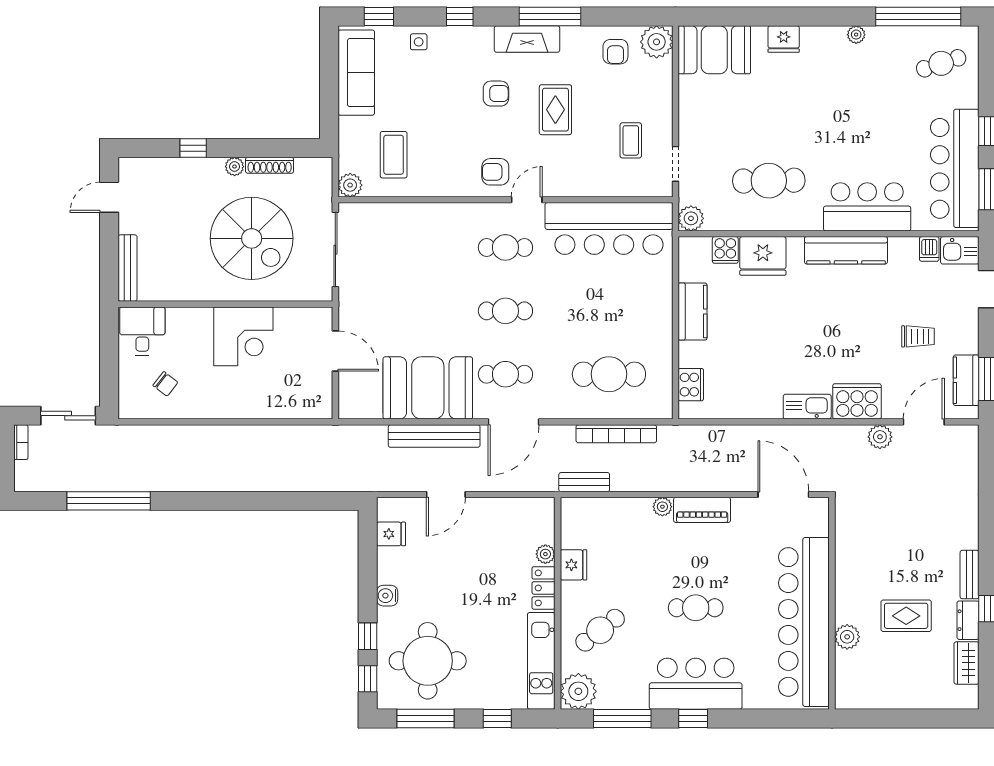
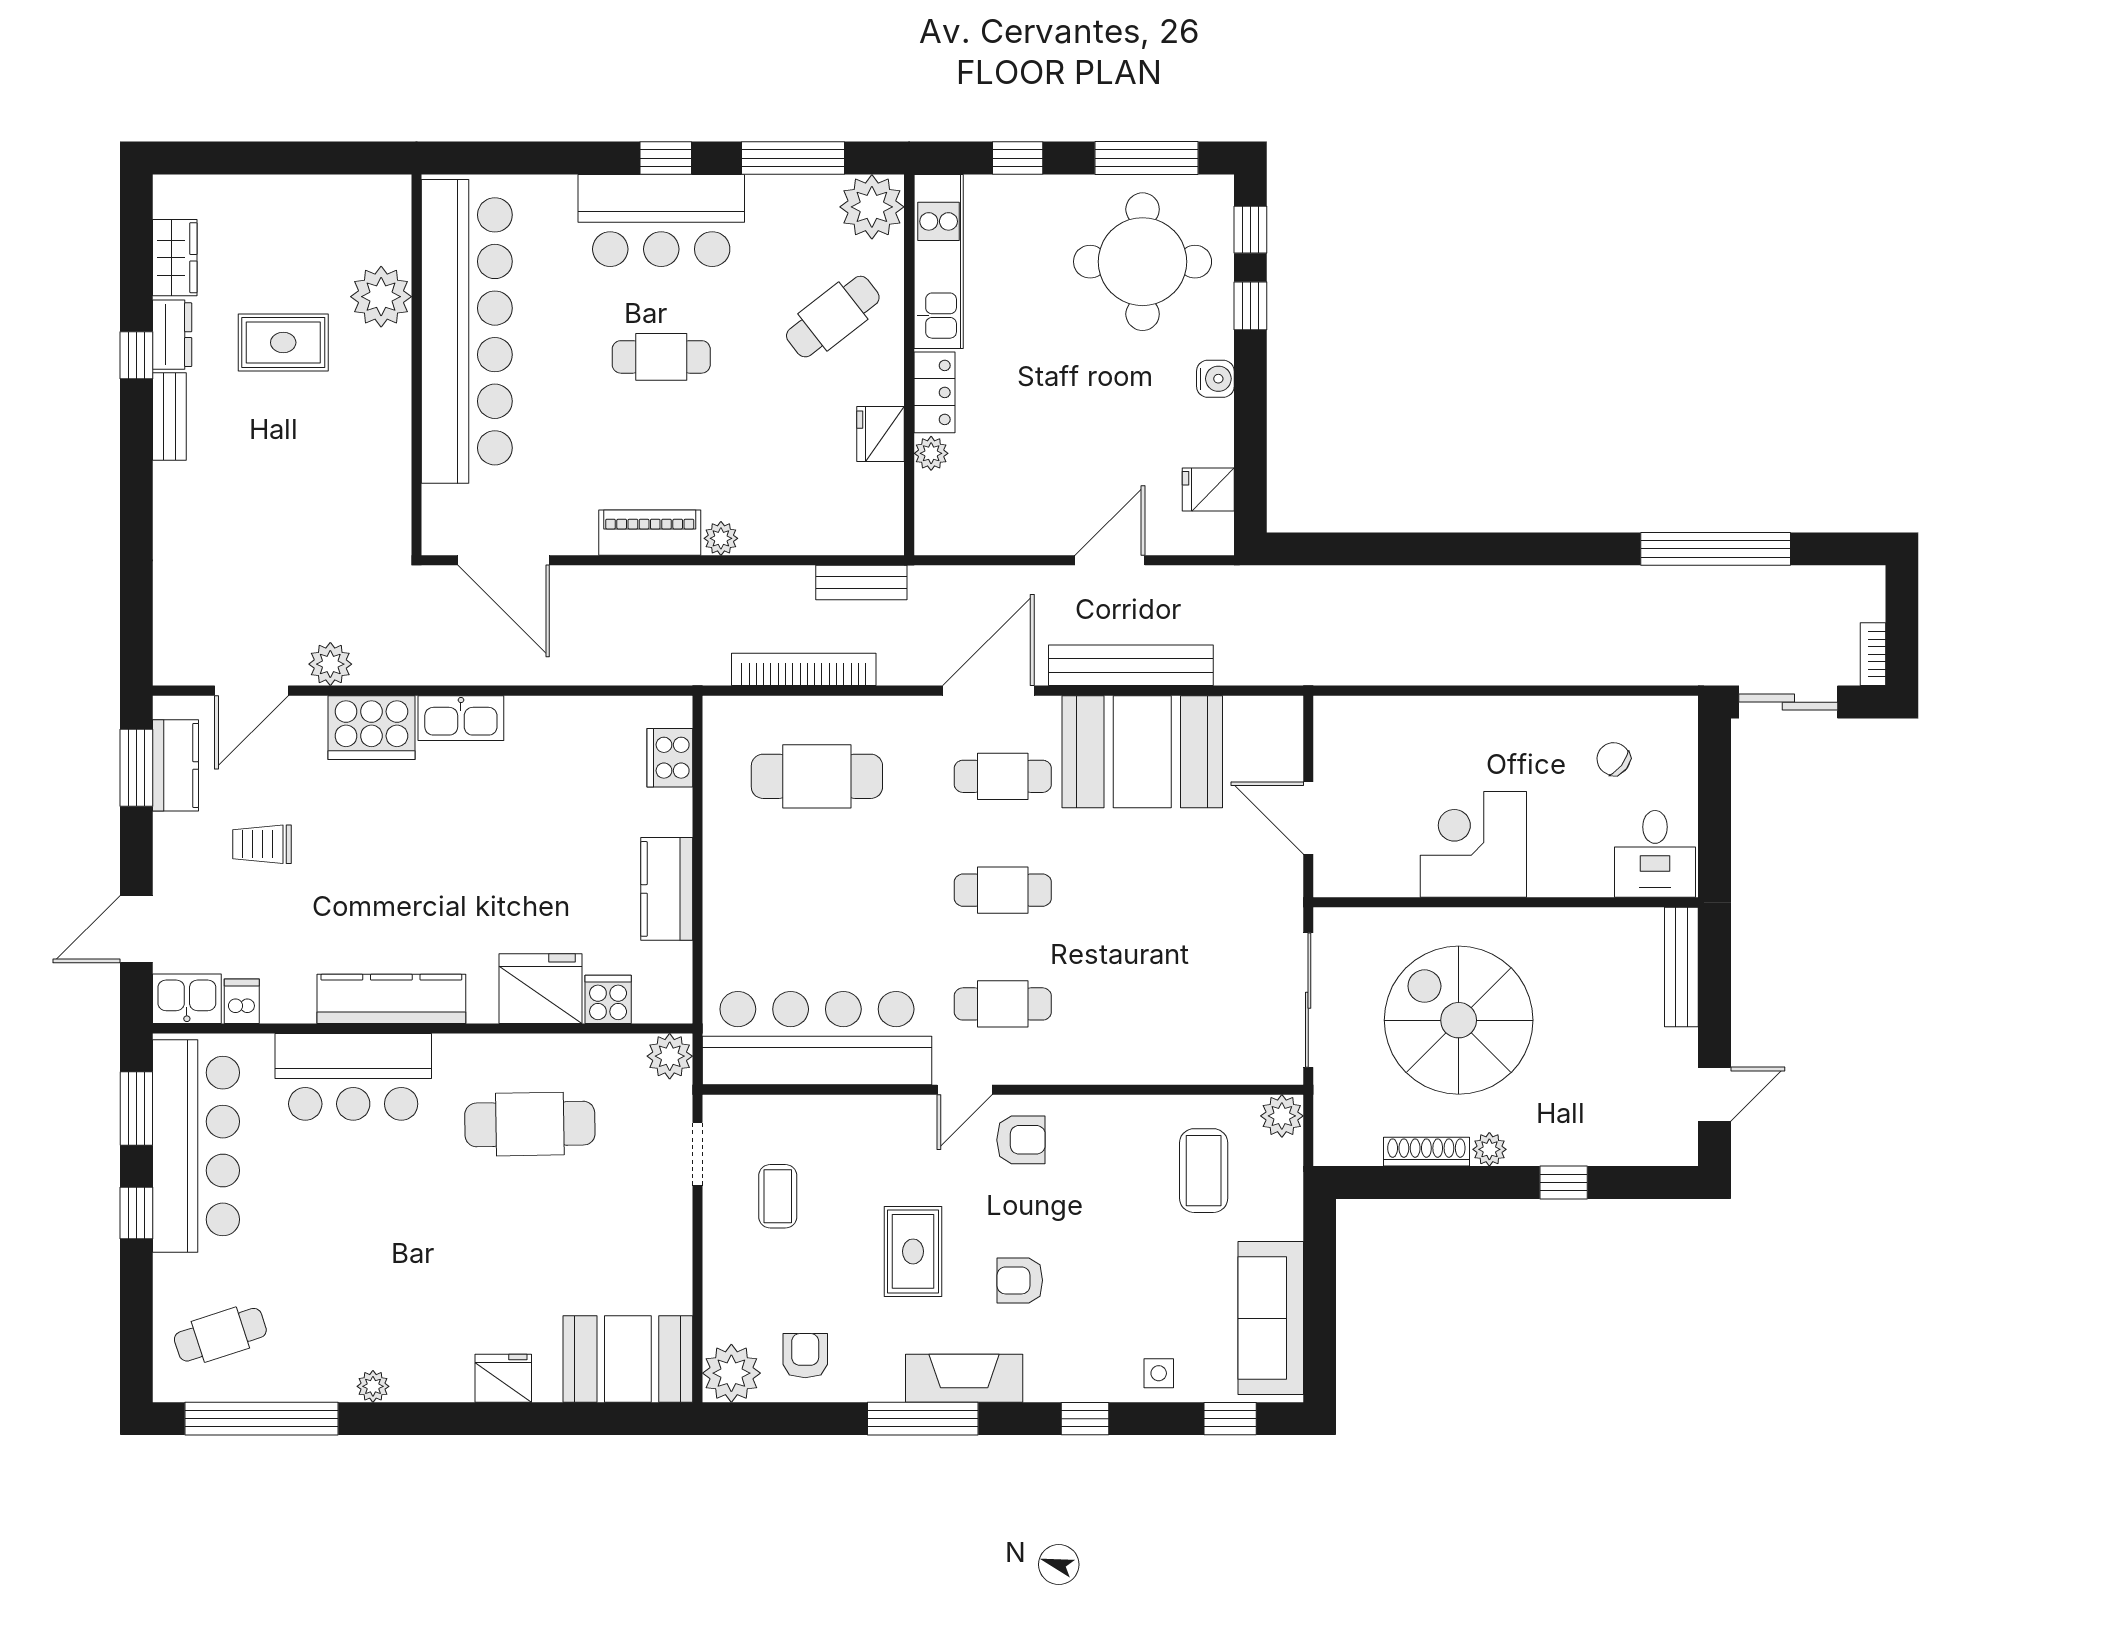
plant: (847, 637) -> (381, 297), width x1.36, depth x1.36

